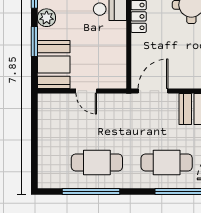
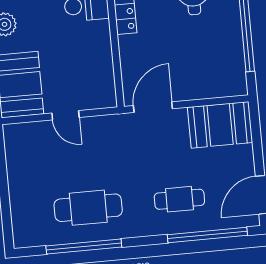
cafe table: (167, 162) -> (179, 199), width x0.73, depth x0.74

